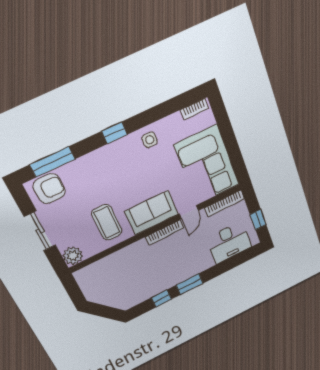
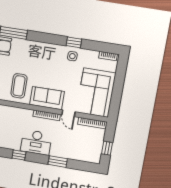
window: (114, 133) -> (74, 42), moved
door: (189, 212) -> (68, 113), hinge flipped
desk: (229, 242) -> (36, 142), moved
window: (190, 284) -> (58, 162), moved

